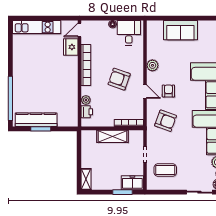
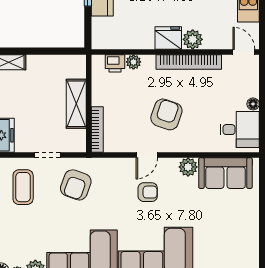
sofa: (180, 30) -> (225, 173), moved, turned -90
fridge: (71, 47) -> (168, 38), moved
plant: (72, 62) -> (193, 39), added
armchair: (166, 121) -> (76, 185), moved

